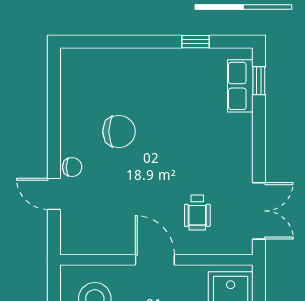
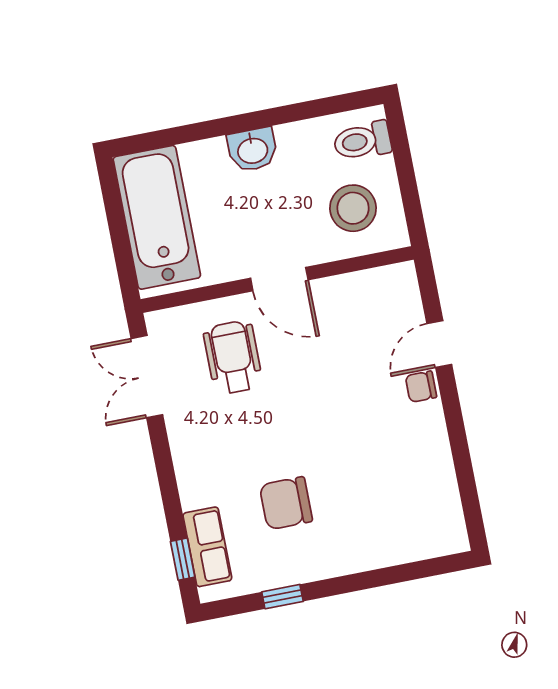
chair: (119, 131) -> (286, 503), moved
door: (54, 194) -> (439, 344), swing flipped
wheelchair: (197, 212) -> (233, 357), width x1.36, depth x1.37

